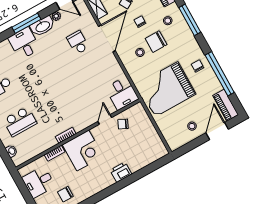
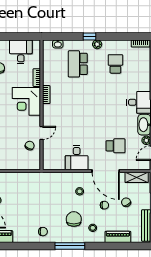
window: (190, 20) -> (70, 246), moved
chair: (156, 42) -> (74, 219), moved
window: (220, 74) -> (27, 246), removed
grand piano: (166, 89) -> (38, 196), removed
desk: (122, 93) -> (77, 158), moved, turned -90
door: (105, 119) -> (42, 133), hinge flipped

